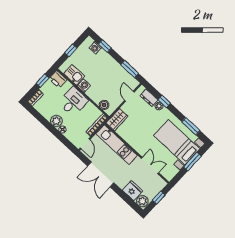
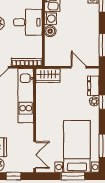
door: (129, 96) -> (79, 67), hinge flipped
boiler: (104, 105) -> (50, 31), moved
double door: (150, 166) -> (35, 155), moved

